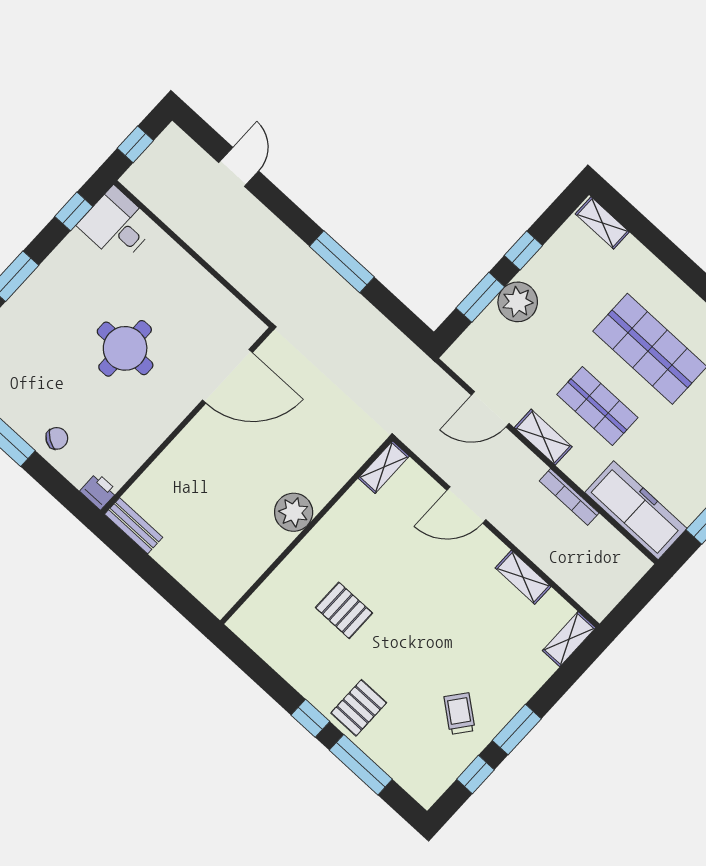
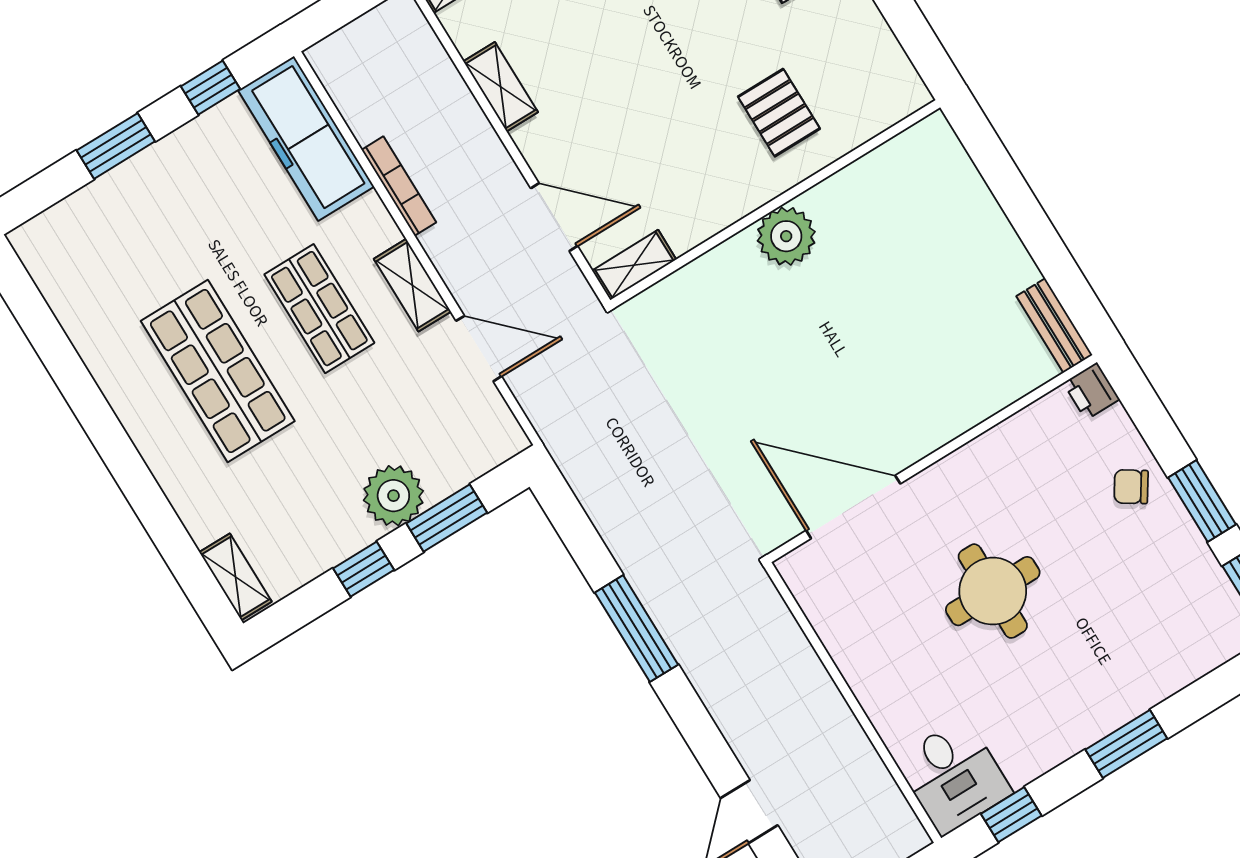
shelving: (384, 467) -> (634, 265), moved
plant: (294, 512) -> (786, 236), moved
wall: (306, 531) -> (775, 204), moved

